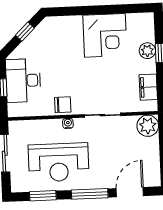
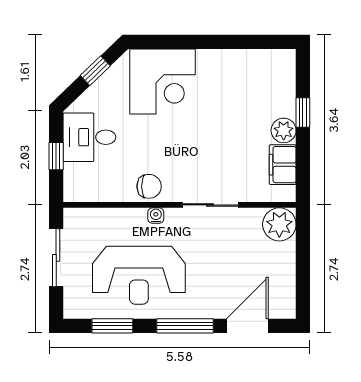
corner desk: (105, 35) -> (163, 82), moved
plant: (147, 51) -> (284, 130), moved
desk: (23, 81) -> (89, 137), width x0.73

